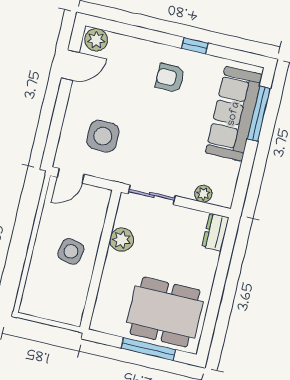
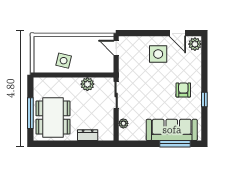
side table: (103, 136) -> (158, 54), moved
dresser: (215, 232) -> (88, 135), moved
side table: (71, 251) -> (64, 61), moved

